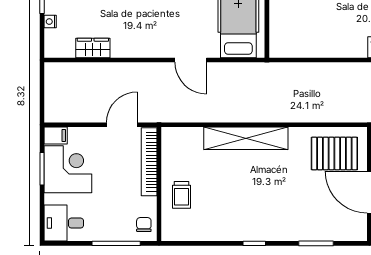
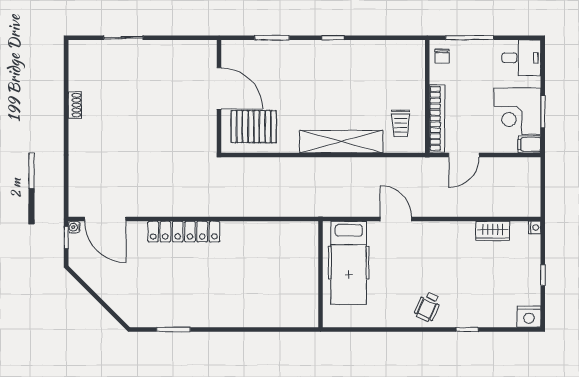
nightstand: (50, 22) -> (535, 228), moved
trolley: (182, 195) -> (401, 123), moved, turned 180

